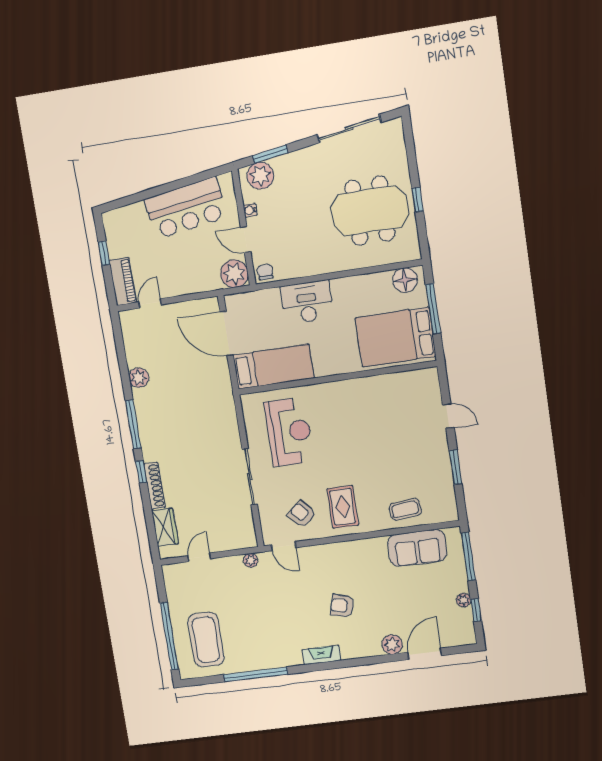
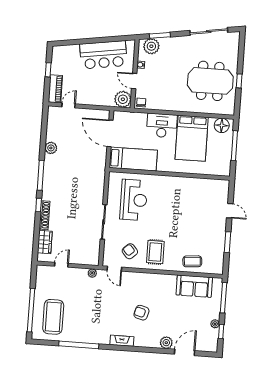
bed: (396, 337) -> (192, 138), moved, turned -90

